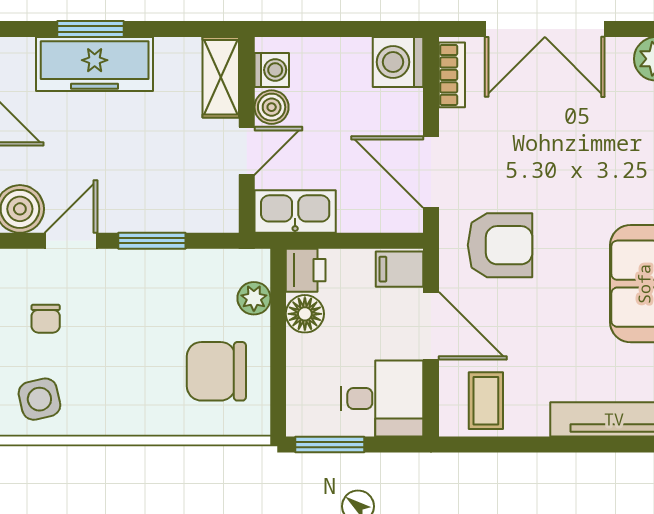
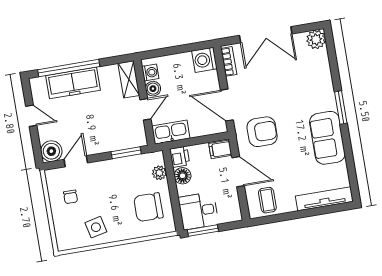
window: (90, 29) -> (69, 68), width x2.11
window: (152, 241) -> (126, 153), moved
desk: (382, 398) -> (198, 211), moved, turned 180
side table: (39, 399) -> (96, 227), moved

